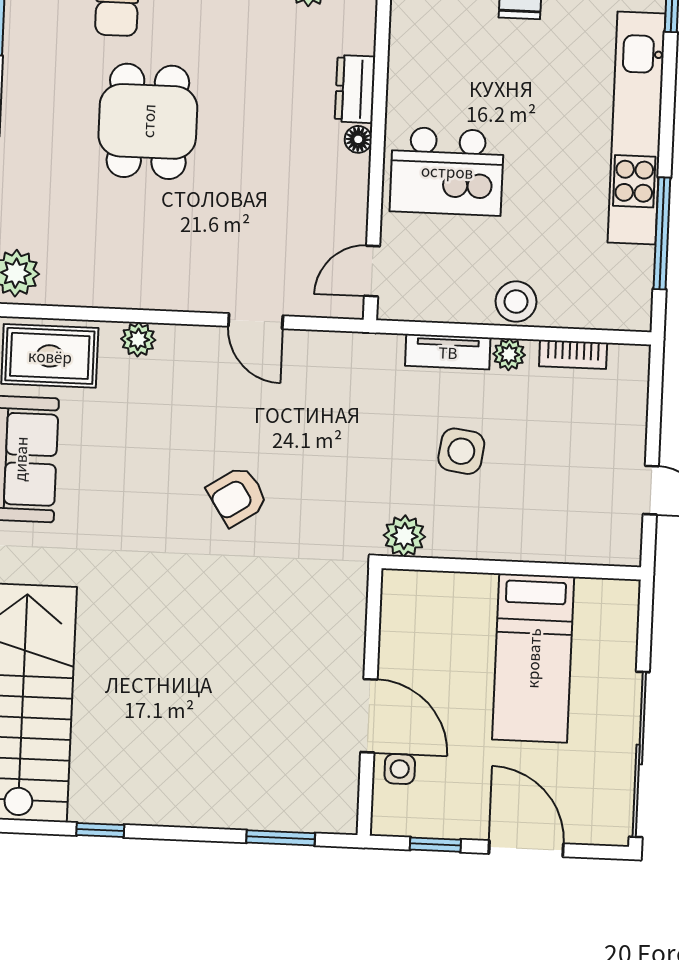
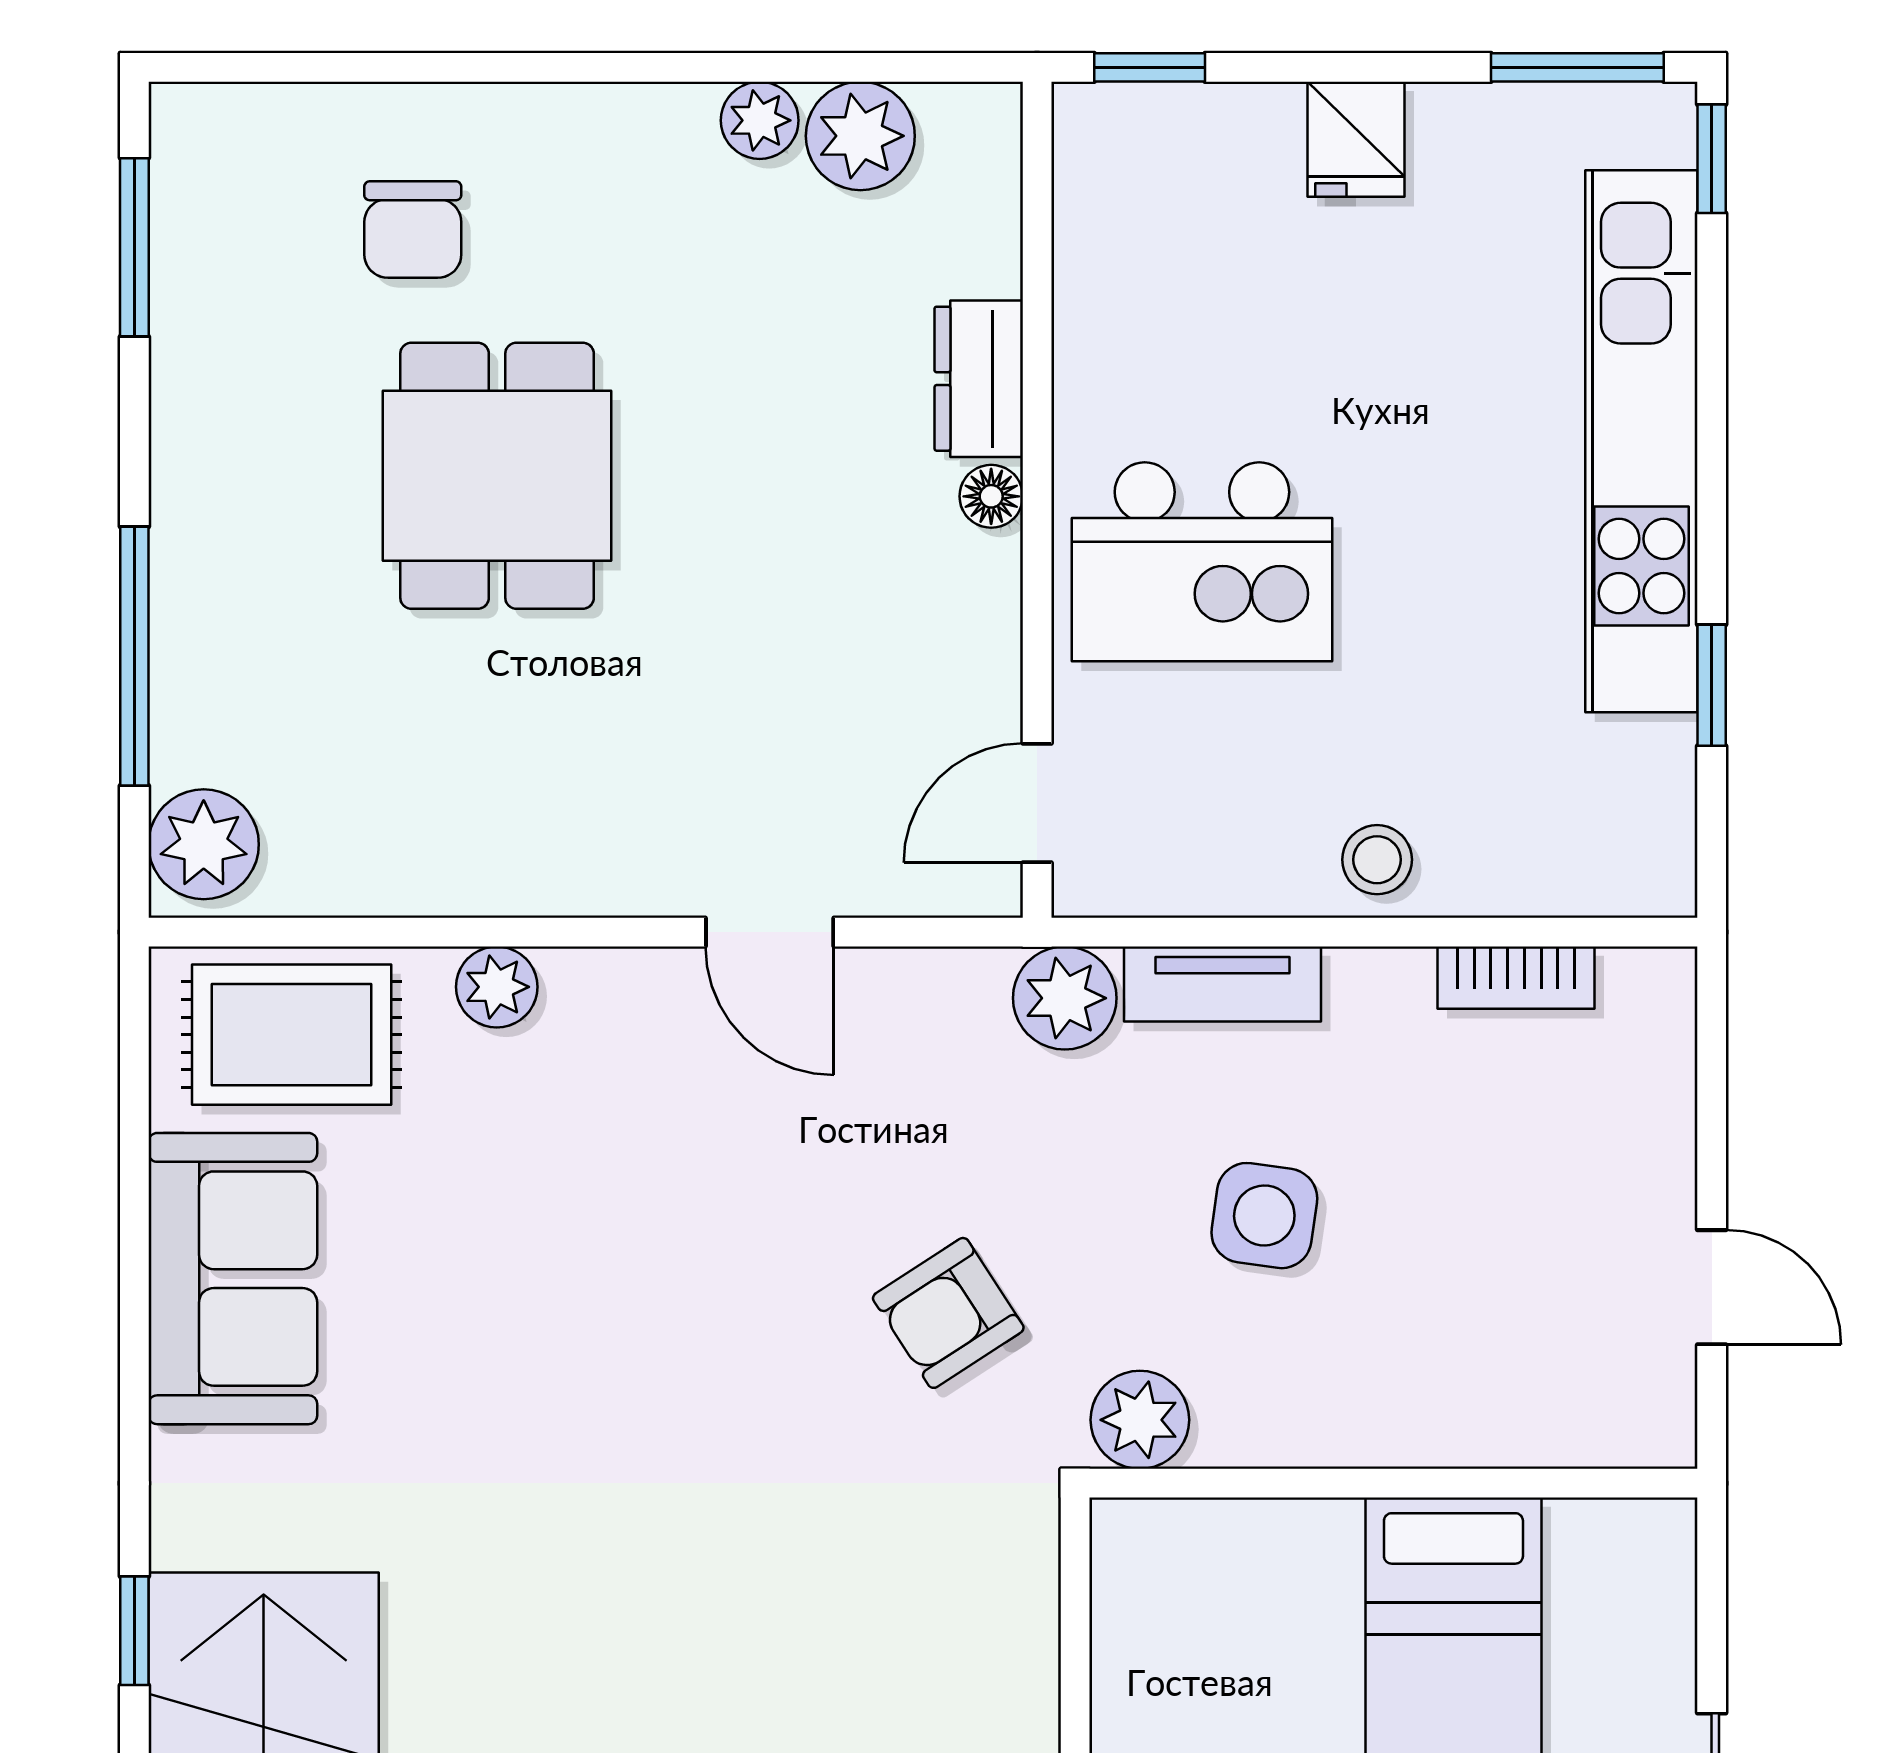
window: (662, 233) -> (1712, 685), width x0.46
stool: (516, 302) -> (1377, 860), width x0.73, depth x0.73
plant: (509, 354) -> (1065, 998), moved, width x1.38, depth x1.38
armchair: (237, 496) -> (948, 1313), moved

